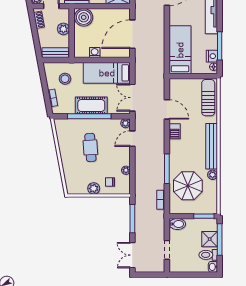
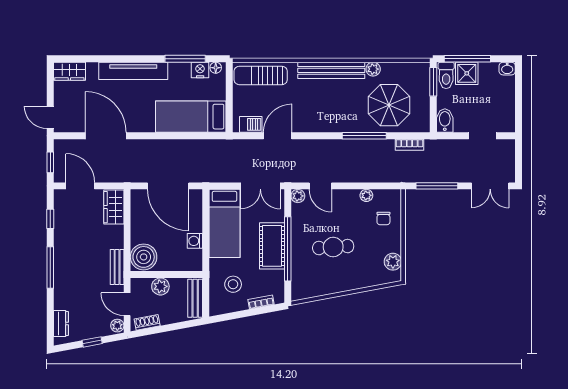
barbecue: (175, 131) -> (251, 124), moved
plant: (94, 188) -> (393, 262), moved
toilet: (208, 255) -> (446, 75), moved

